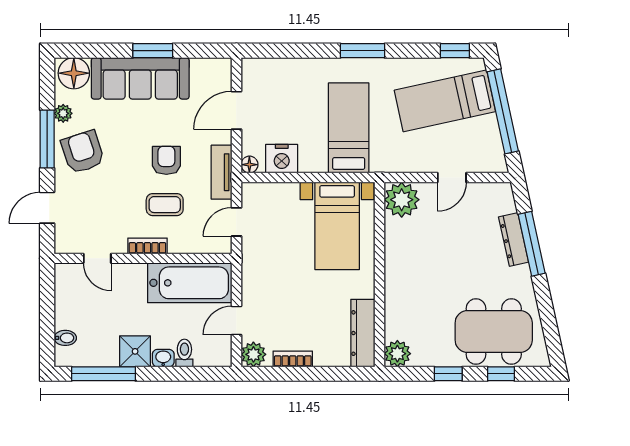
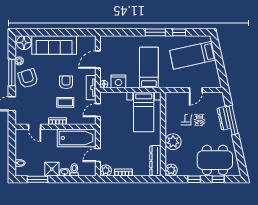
window: (153, 51) -> (60, 32), removed
window: (455, 51) -> (179, 32), moved
window: (503, 111) -> (219, 60), removed
plant: (402, 200) -> (173, 142), moved
window: (104, 374) -> (37, 179), width x0.69

